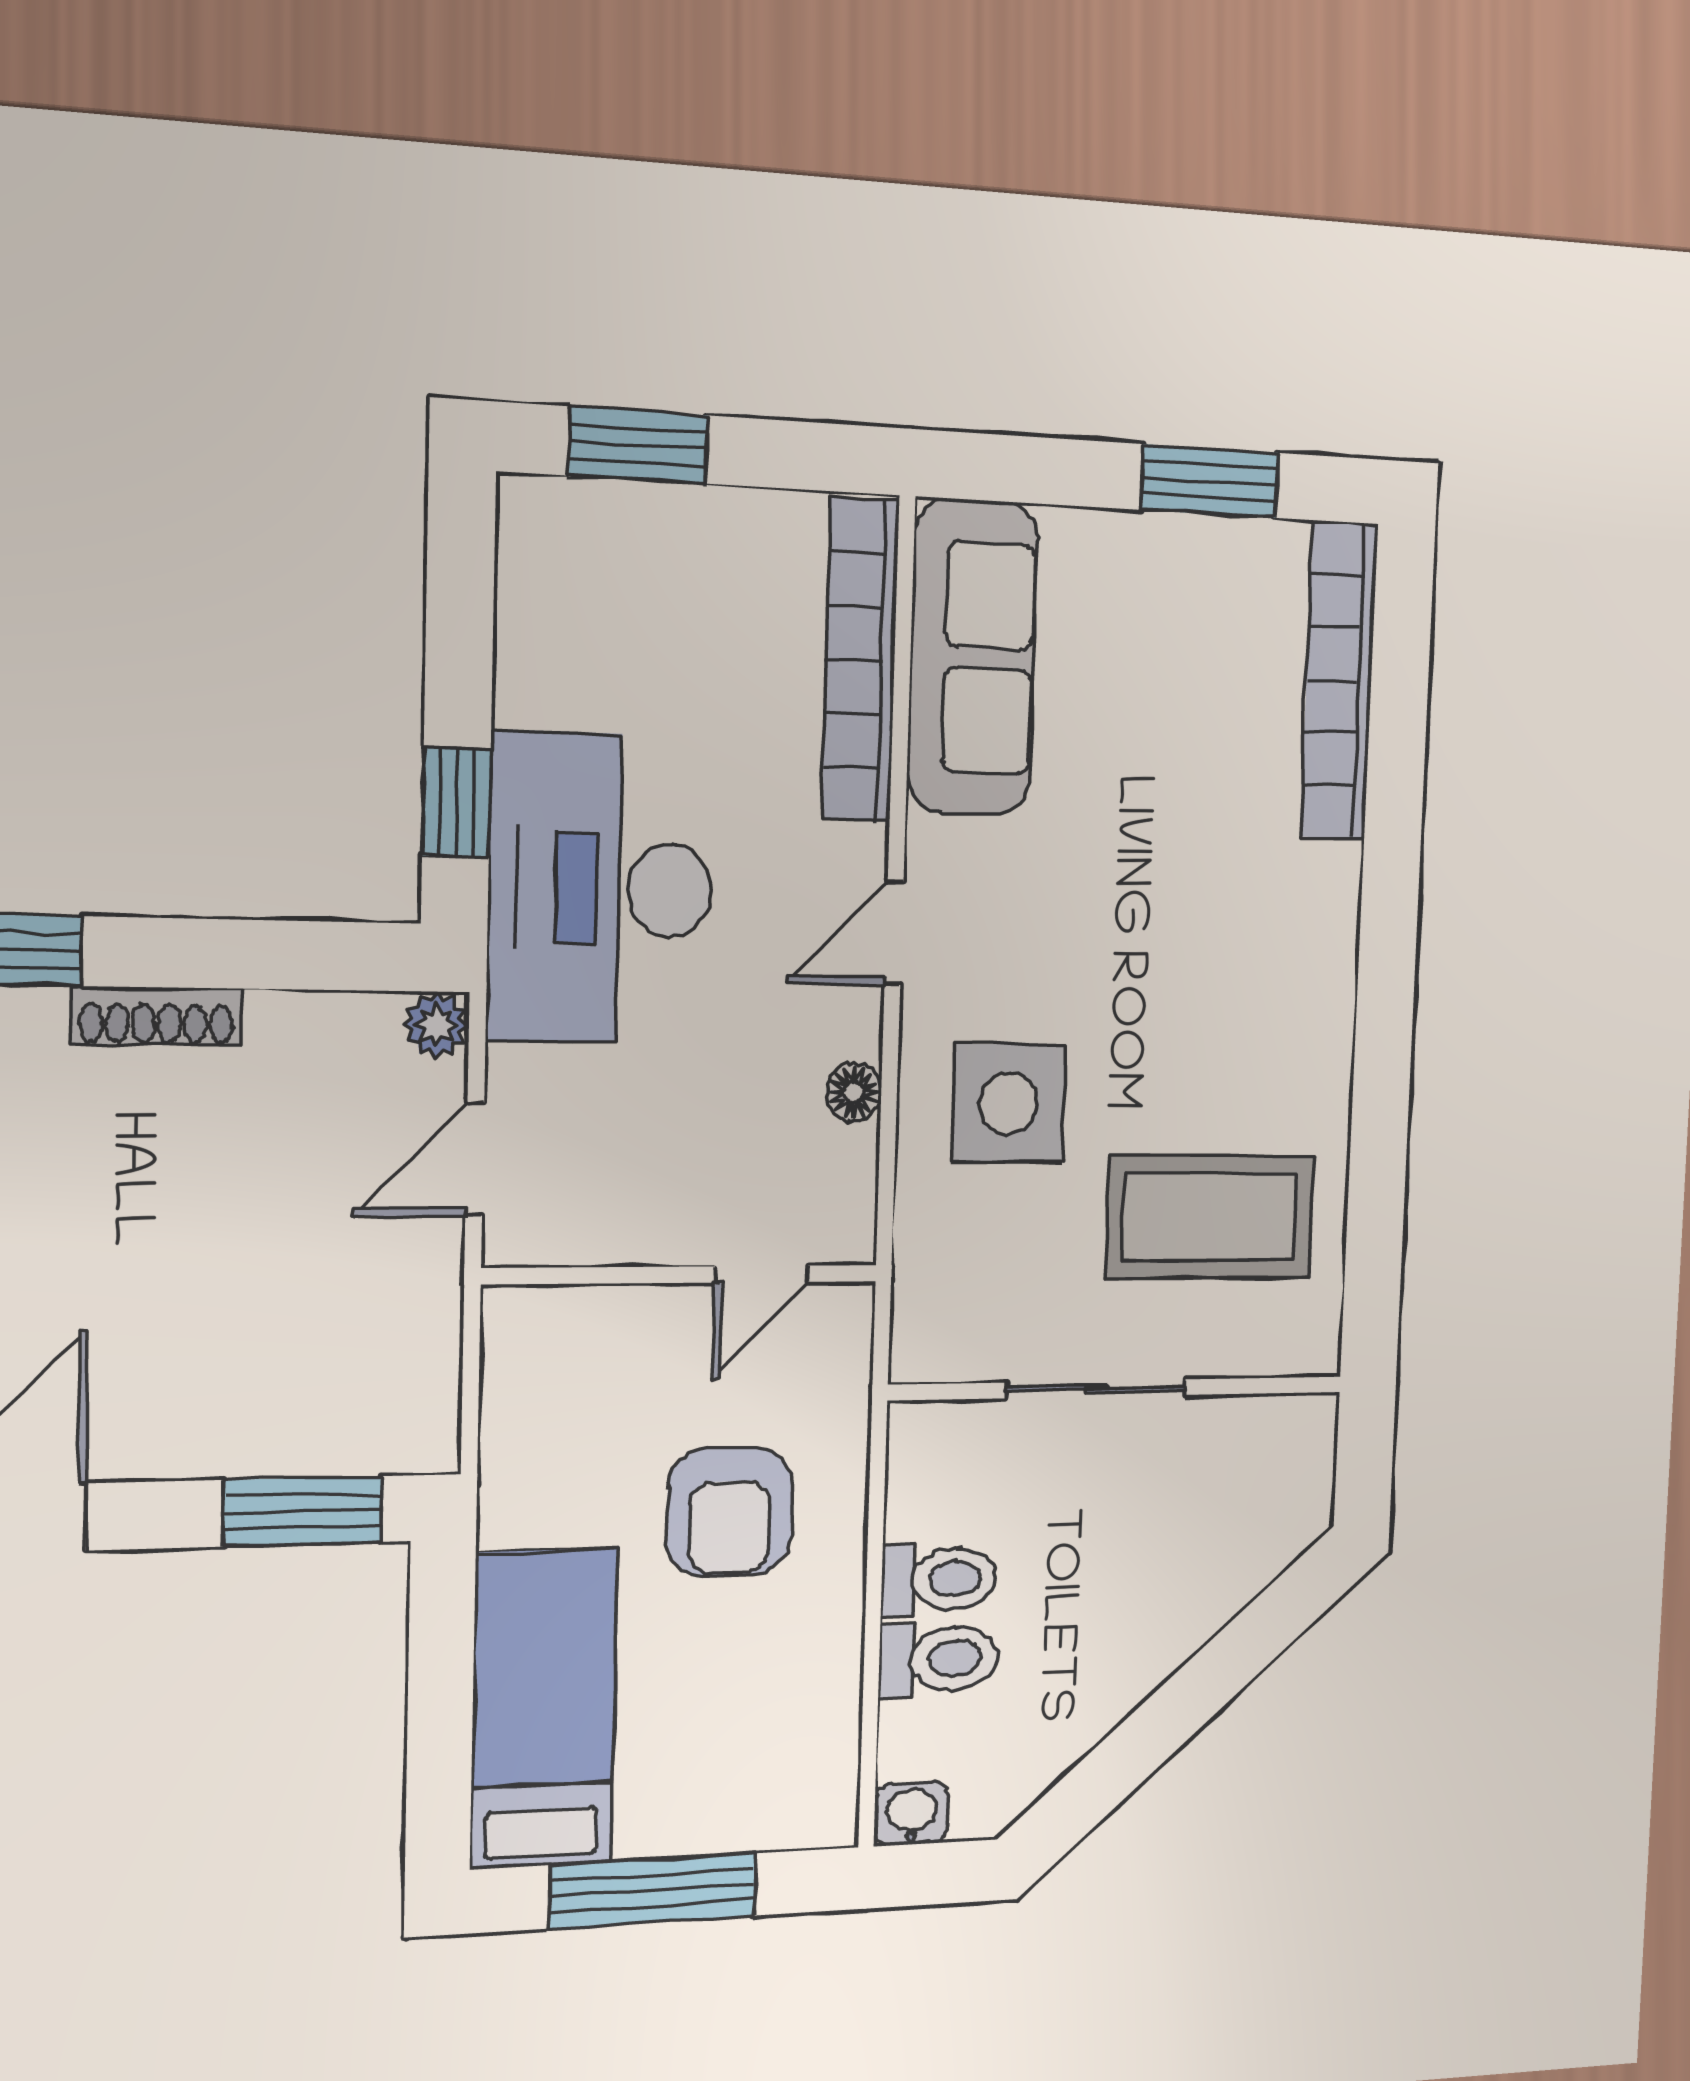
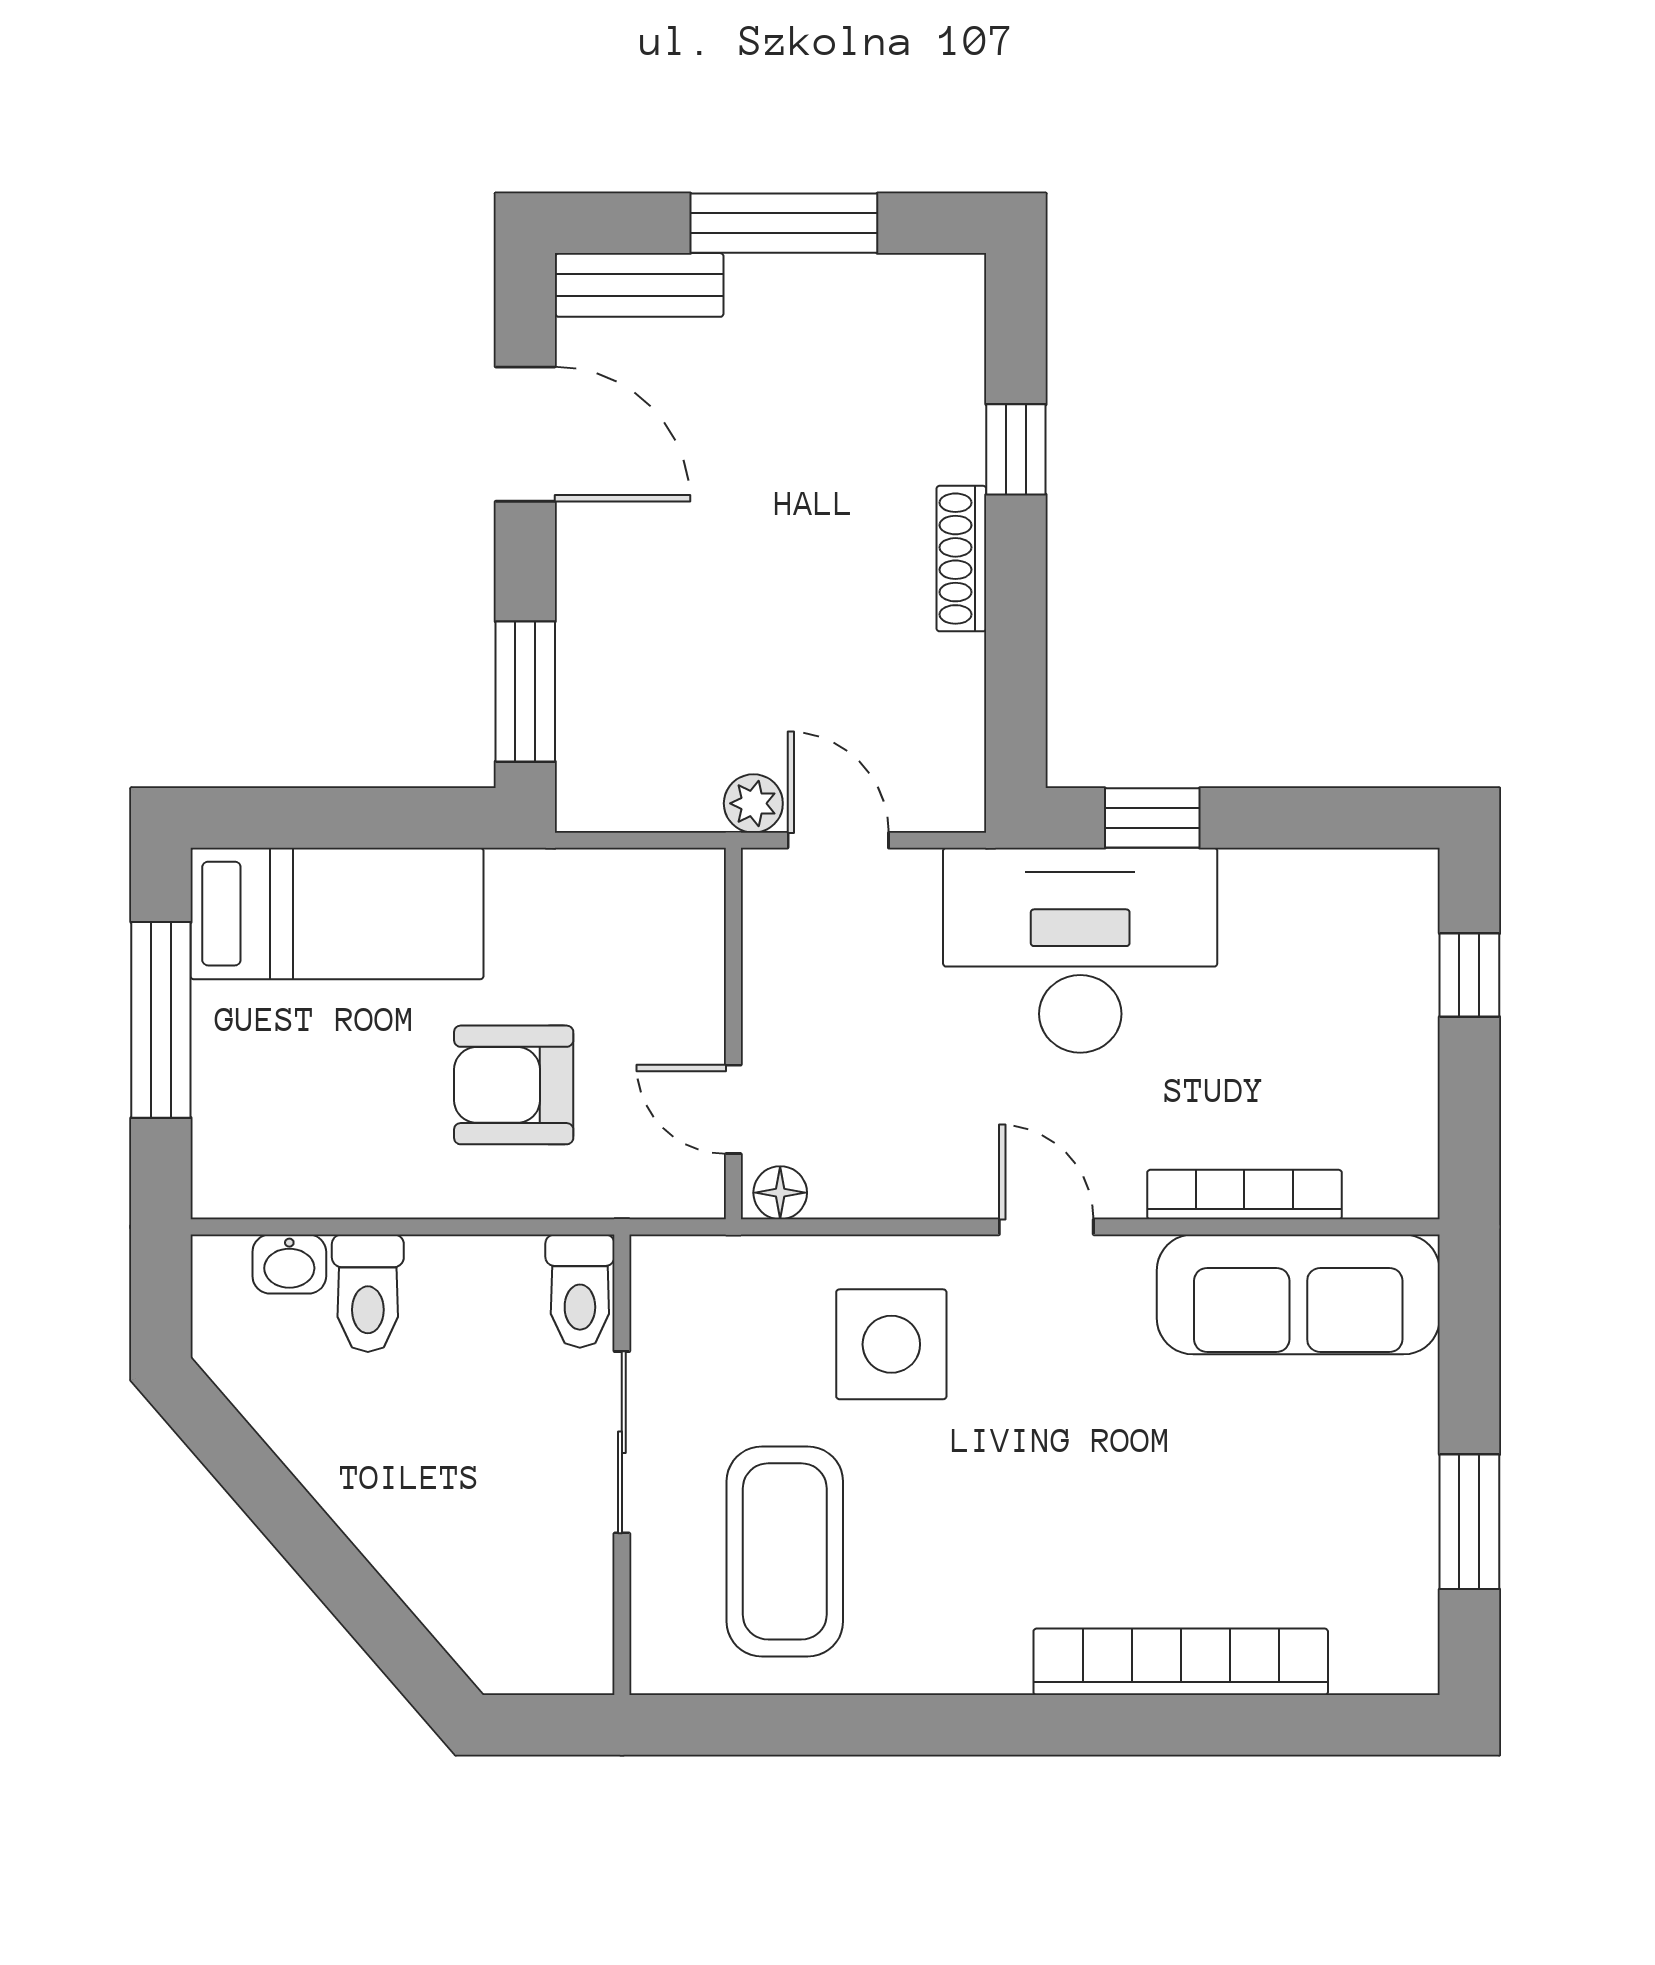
window: (638, 445) -> (1469, 975), width x0.67
bookcase: (860, 660) -> (1244, 1195), width x0.68, depth x0.76
bookcase: (1339, 680) -> (1181, 1662), moved
plant: (436, 1025) -> (753, 803), moved
floor lamp: (854, 1092) -> (780, 1193), moved
toilet: (939, 1579) -> (580, 1291), moved
washbasin: (911, 1814) -> (289, 1264), moved, turned 90

